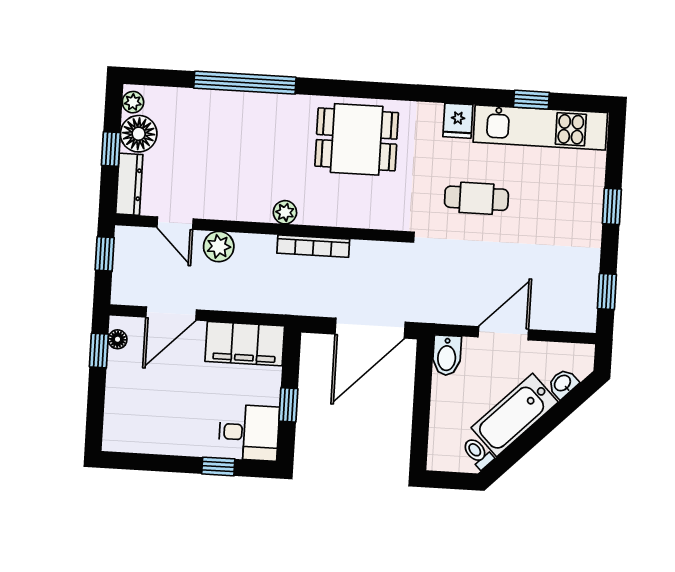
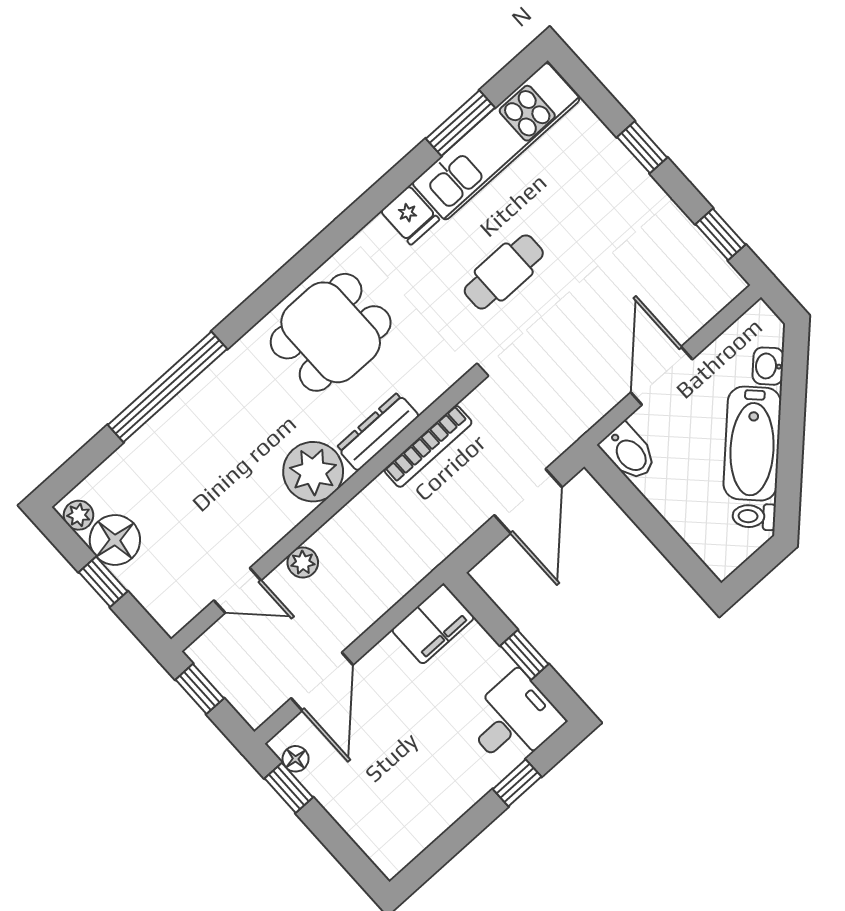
window: (531, 100) -> (460, 123), width x1.50
dresser: (129, 184) -> (378, 432), moved, turned -90
plant: (285, 212) -> (313, 472), width x1.88, depth x1.88
bookcase: (313, 246) -> (428, 446), moved
plant: (219, 247) -> (303, 562), width x0.73, depth x0.73
door: (370, 328) -> (528, 501), width x0.73
filing cabinet: (245, 344) -> (433, 624), width x0.67, depth x0.86

